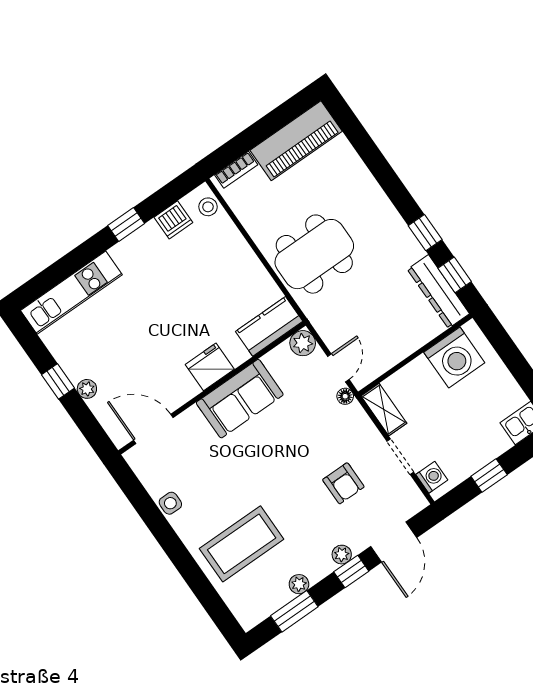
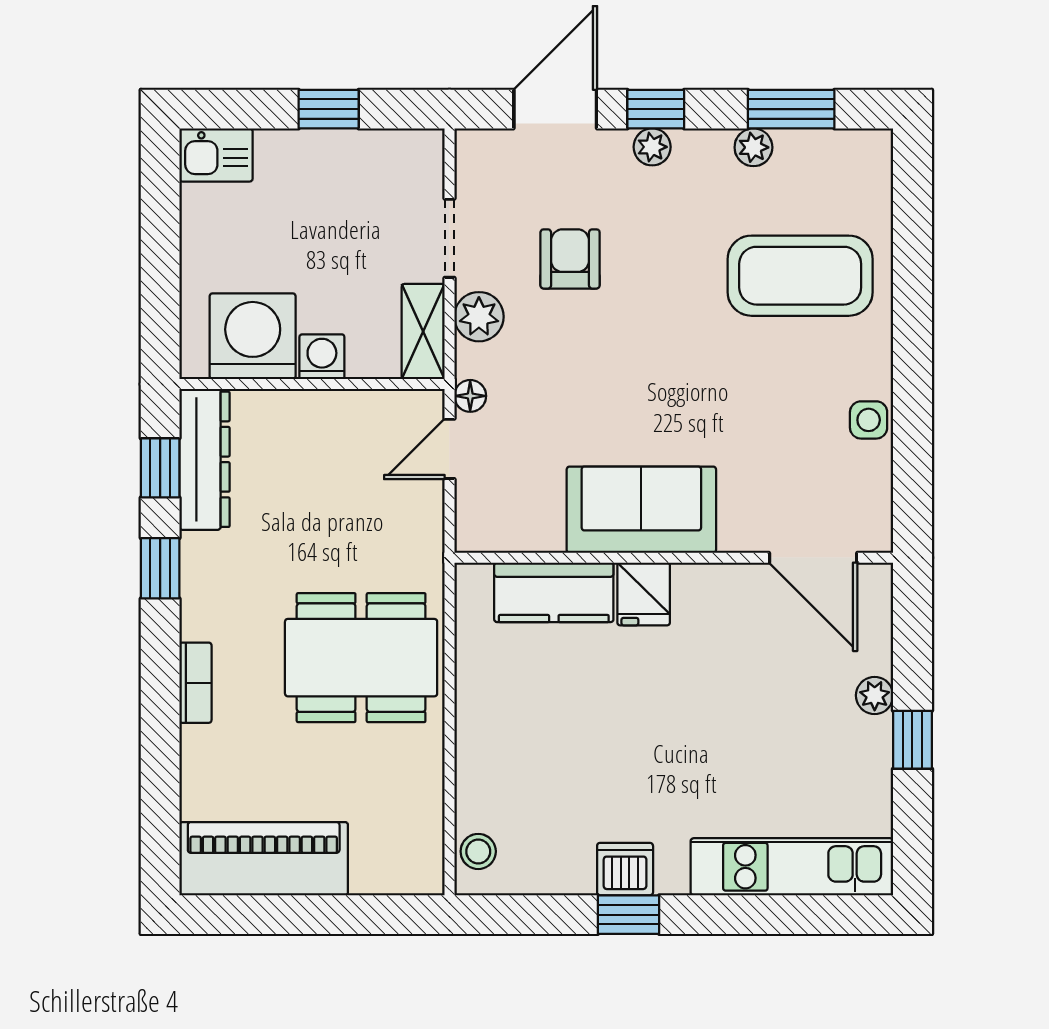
bookcase: (236, 170) -> (195, 683), moved, turned 90
dishwasher: (173, 220) -> (625, 869), moved
kitchen counter: (269, 326) -> (554, 592), moved
plant: (303, 343) -> (479, 317), moved
fridge: (210, 367) -> (644, 594), width x0.72
washing machine: (432, 477) -> (322, 357), moved, turned 90

